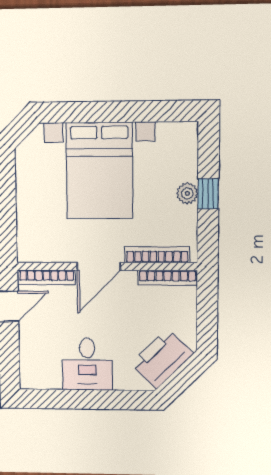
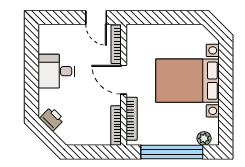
plant: (187, 193) -> (204, 138), moved
window: (208, 194) -> (172, 152), width x3.17
printer: (162, 359) -> (52, 119), width x0.53, depth x0.68

